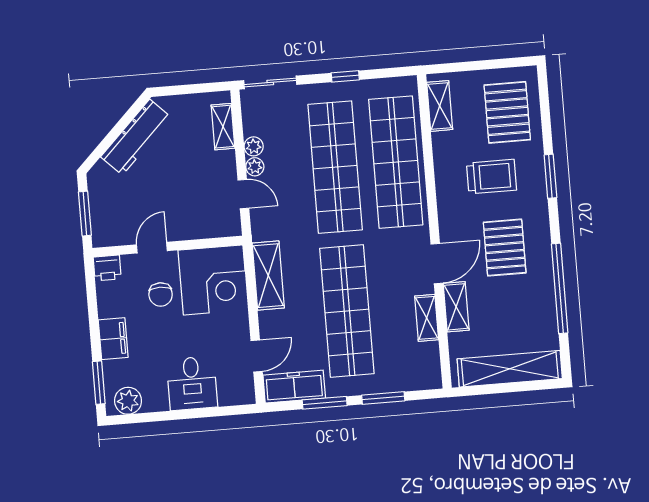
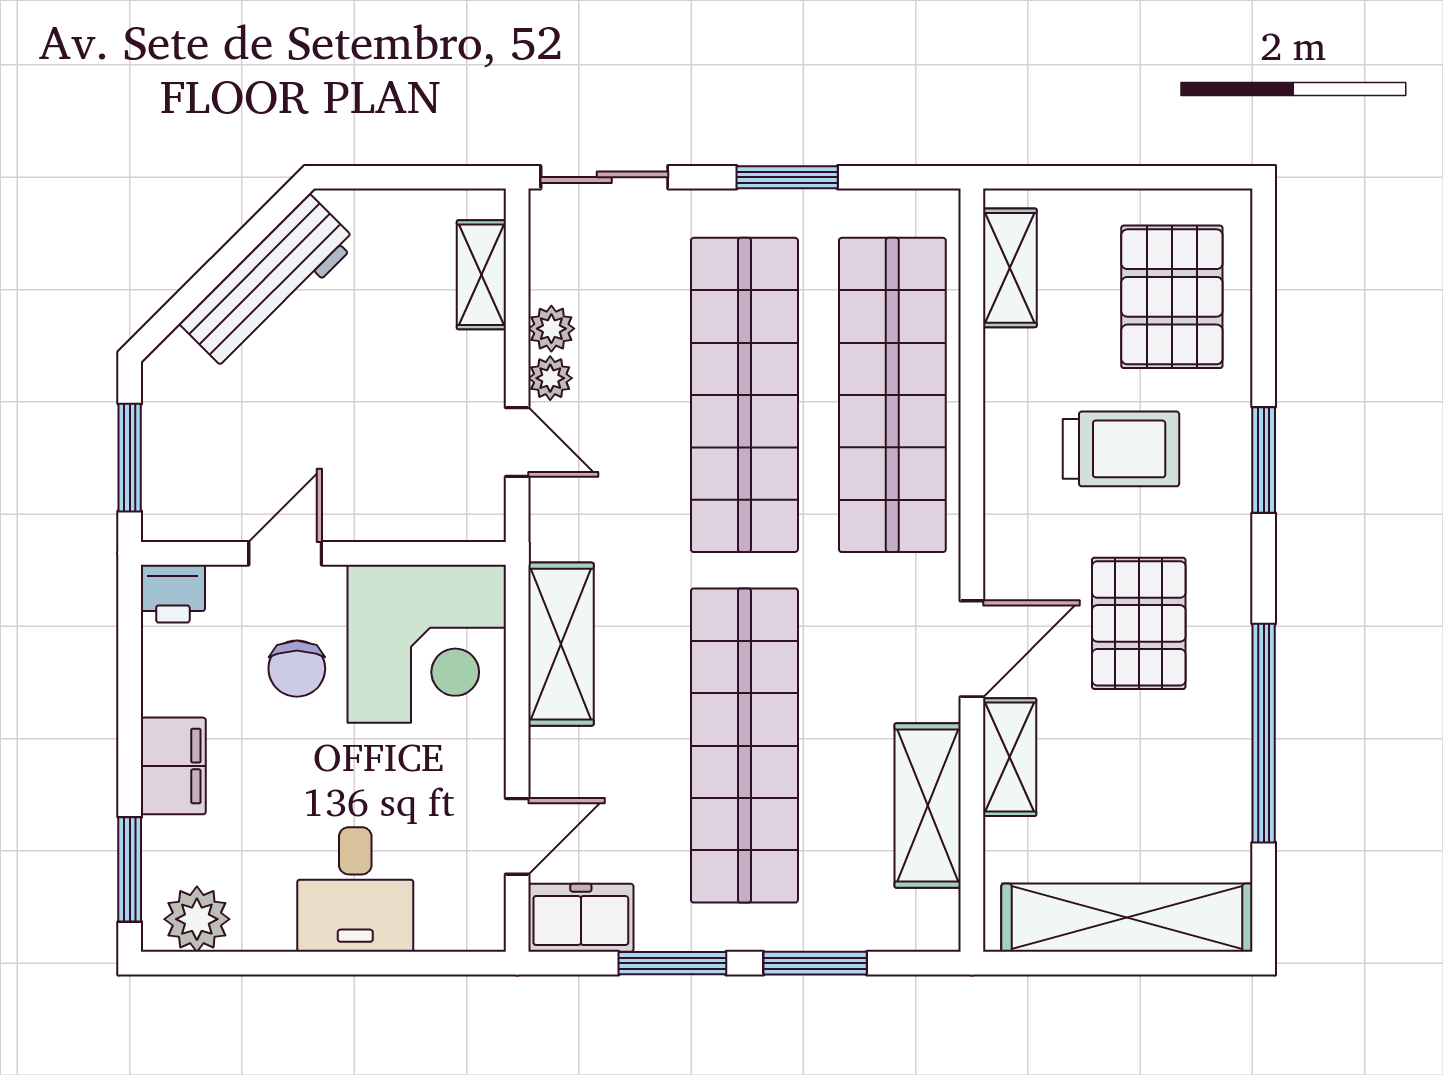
window: (345, 76) -> (787, 177), width x1.50
shelving: (427, 318) -> (928, 805), width x1.50, depth x1.33
freezer: (294, 387) -> (581, 918), width x0.71

